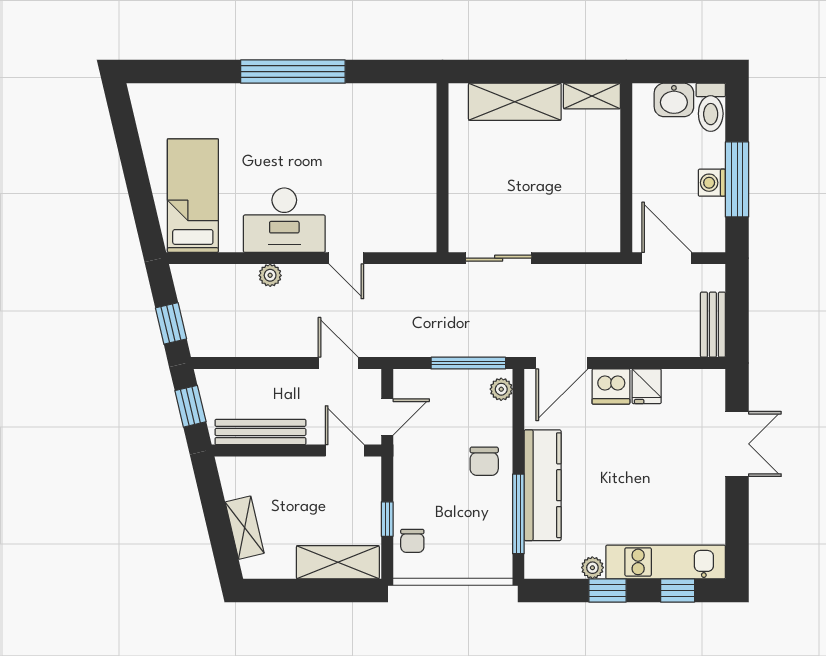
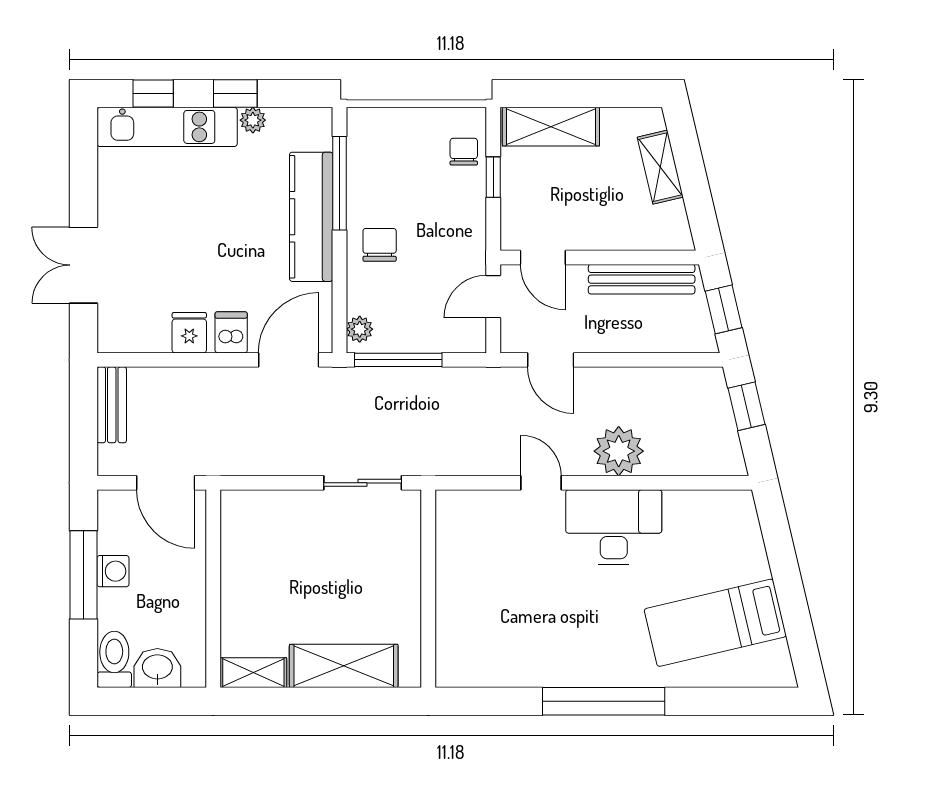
bed: (193, 196) -> (715, 623), moved, turned 77
plant: (270, 275) -> (619, 451), width x1.88, depth x1.88
dishwasher: (611, 387) -> (231, 332), width x0.73

